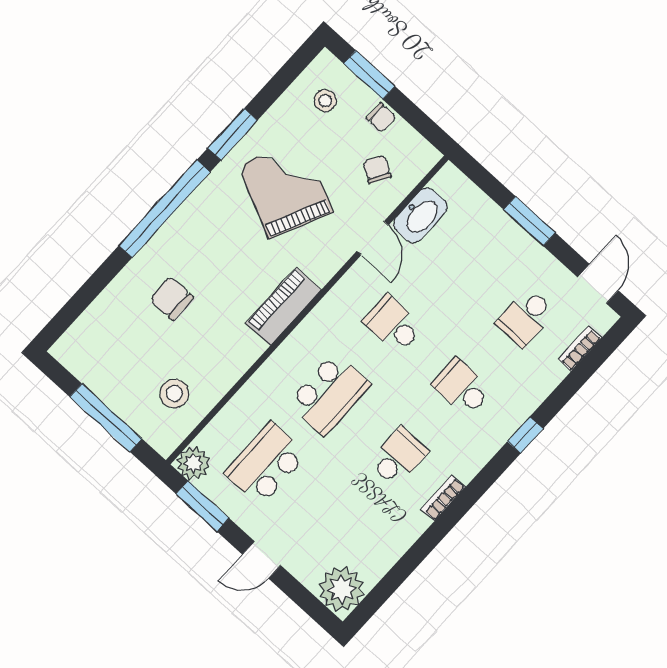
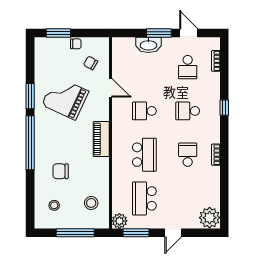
stool: (325, 101) -> (54, 205), moved
washbasin: (420, 215) -> (148, 45), moved, turned 90
door: (598, 284) -> (189, 33), moved

